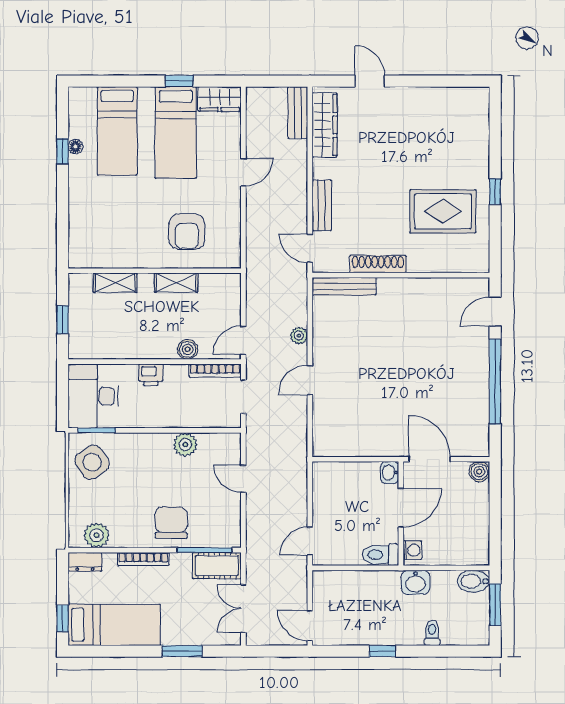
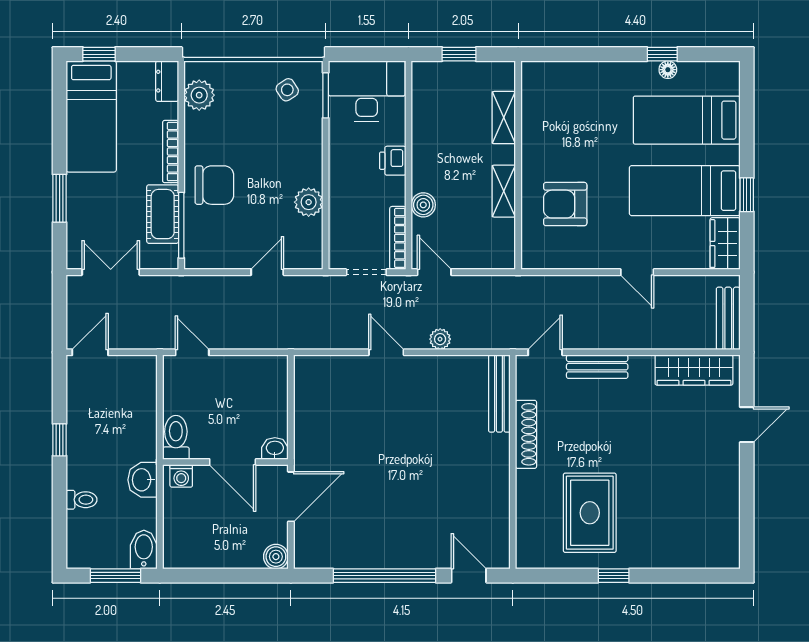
bench: (298, 113) -> (728, 318), moved, turned 90
side table: (92, 462) -> (287, 90), width x0.54, depth x0.54
cot: (217, 566) -> (163, 214), moved

